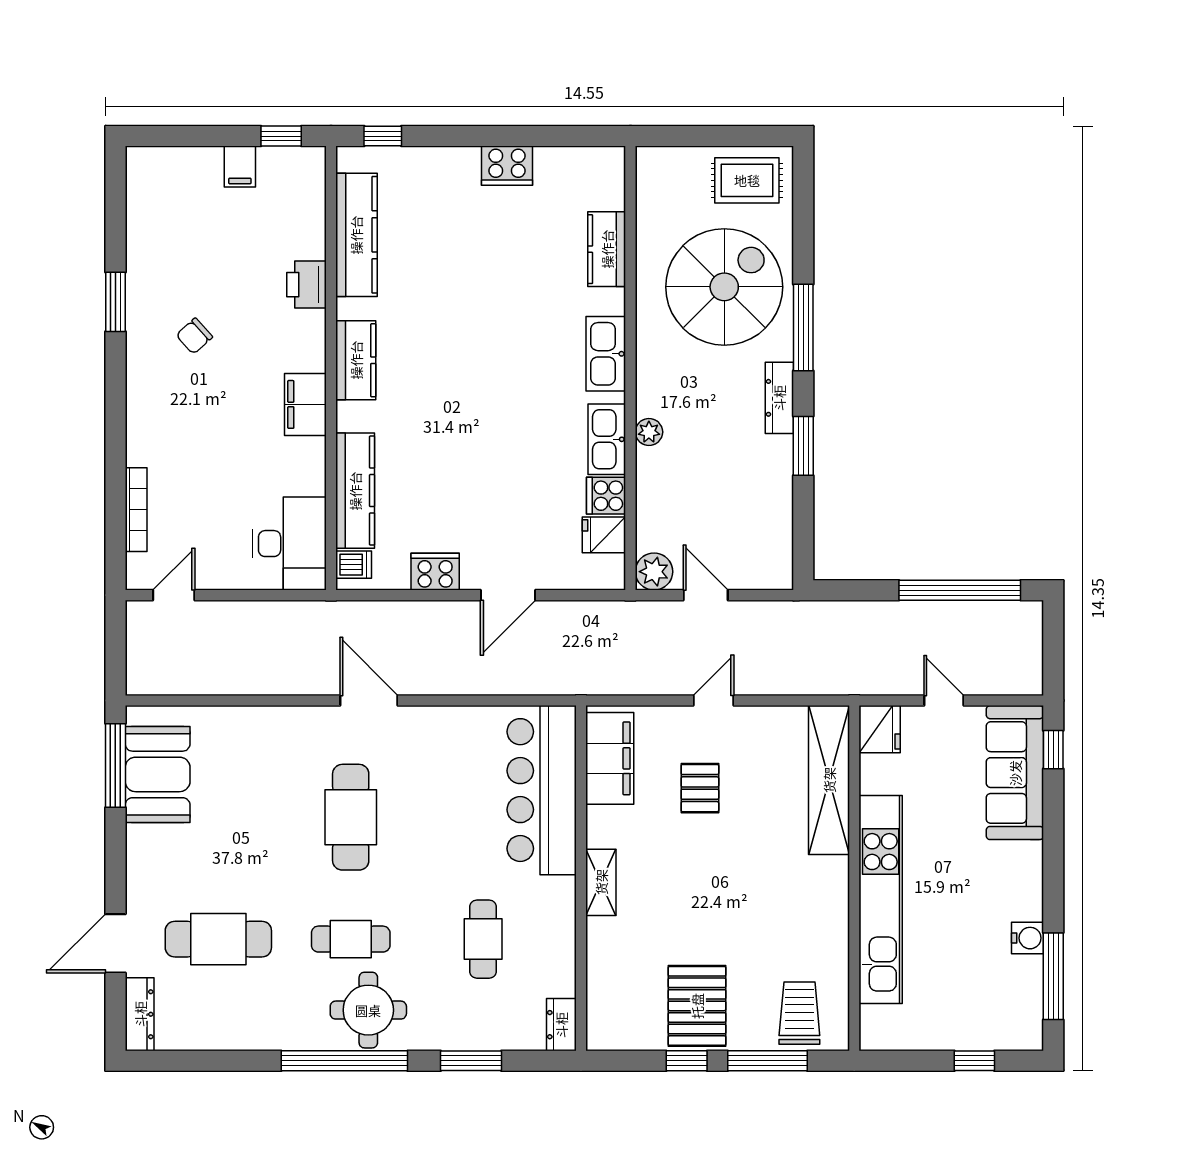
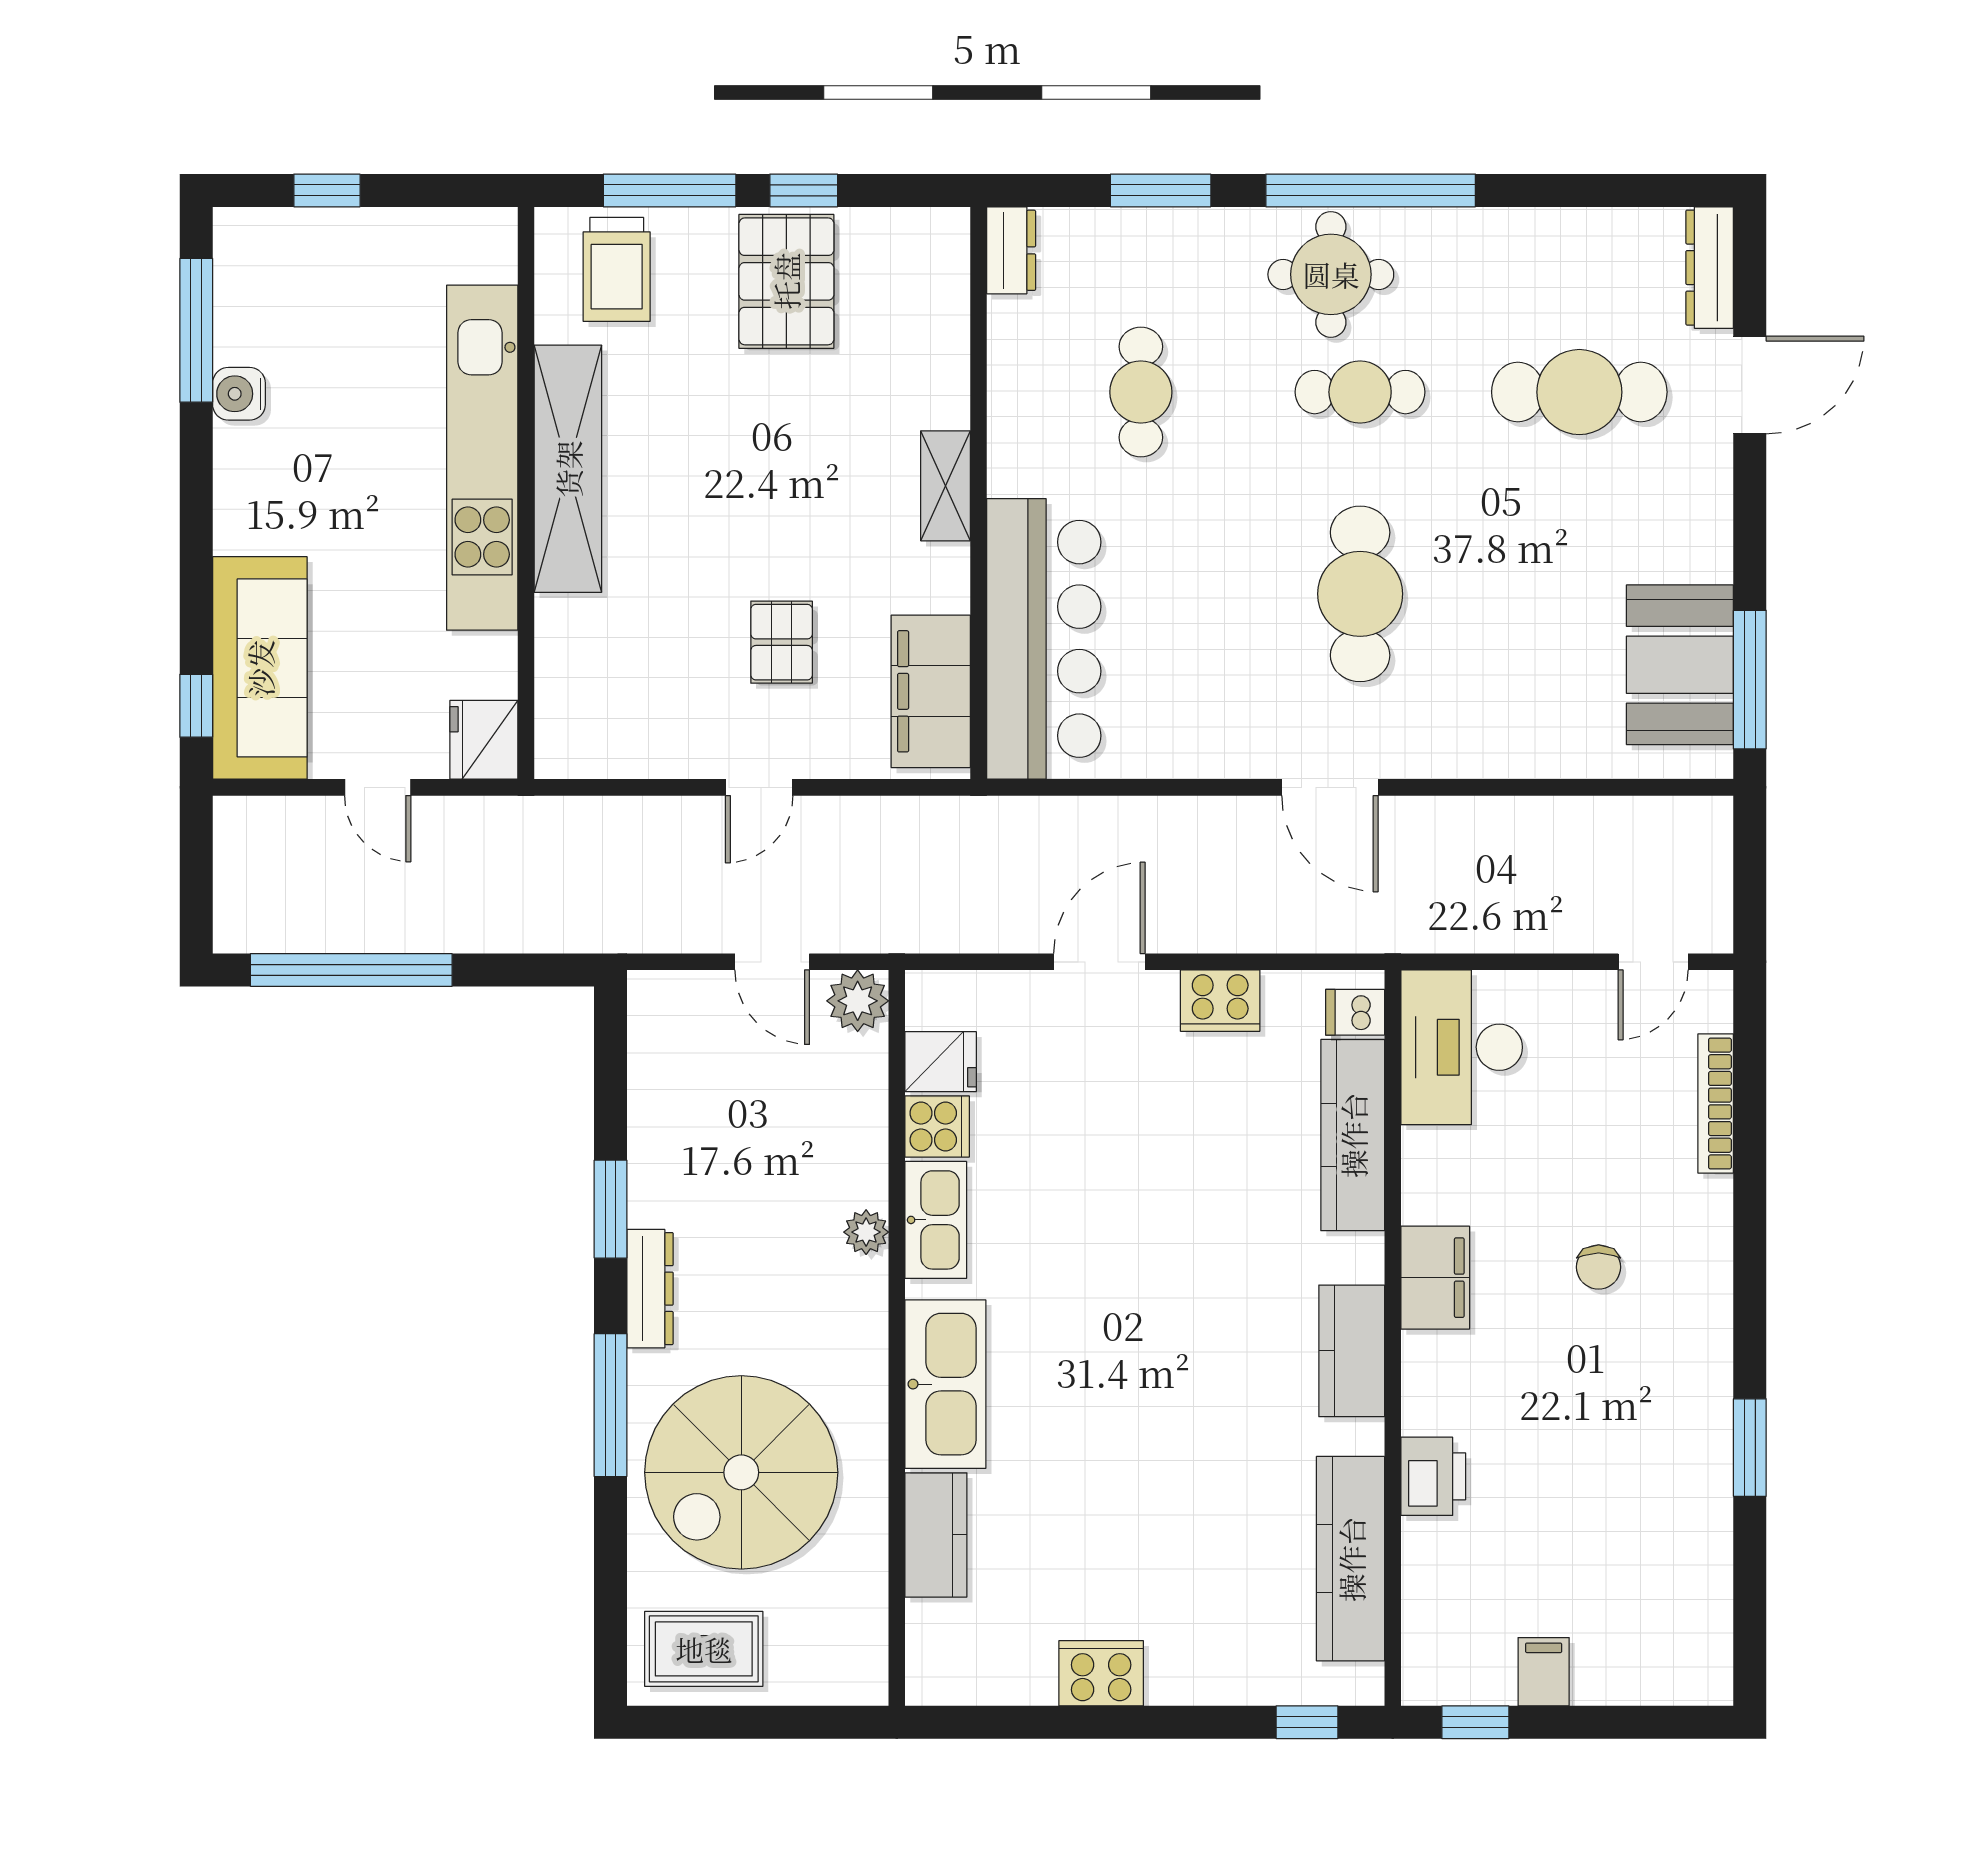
chair: (194, 336) -> (1599, 1267), moved, turned 132
kitchen sink: (606, 354) -> (945, 1384), width x1.36, depth x1.24
shelving: (829, 780) -> (568, 469), moved

